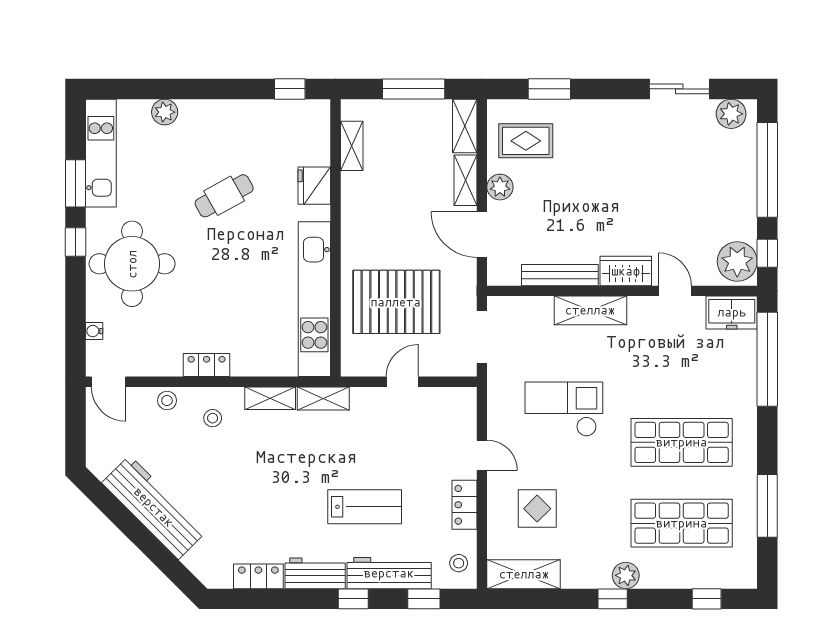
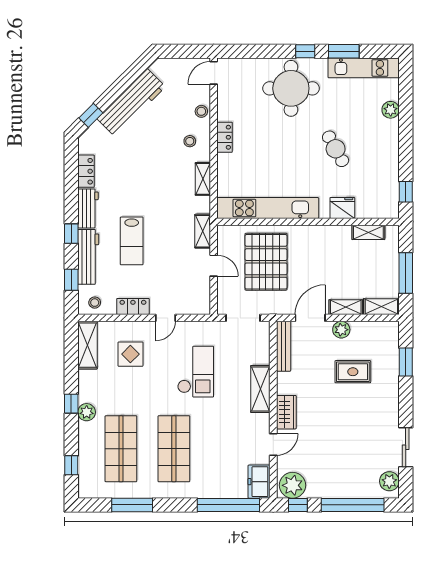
rug: (526, 141) -> (353, 372), moved, turned 90
bench: (560, 275) -> (284, 346), moved
water cooler: (94, 331) -> (247, 64), removed
shelving: (323, 399) -> (203, 231), moved
window: (173, 569) -> (91, 115), added

